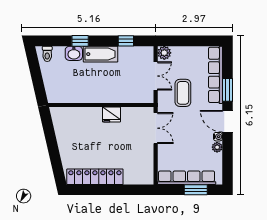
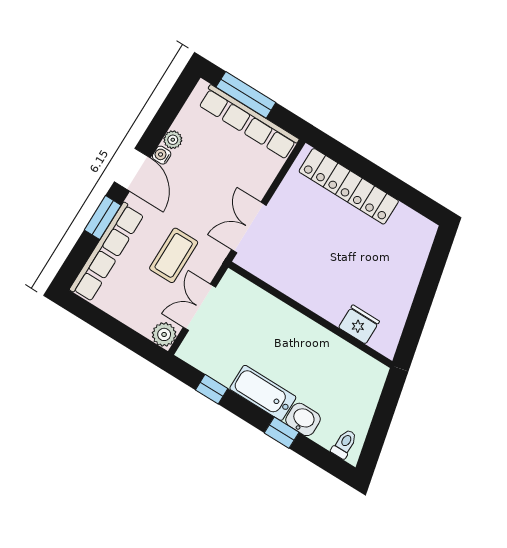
fridge: (111, 115) -> (359, 324), moved
locker: (95, 177) -> (349, 186), moved
window: (196, 190) -> (246, 95), width x1.44

